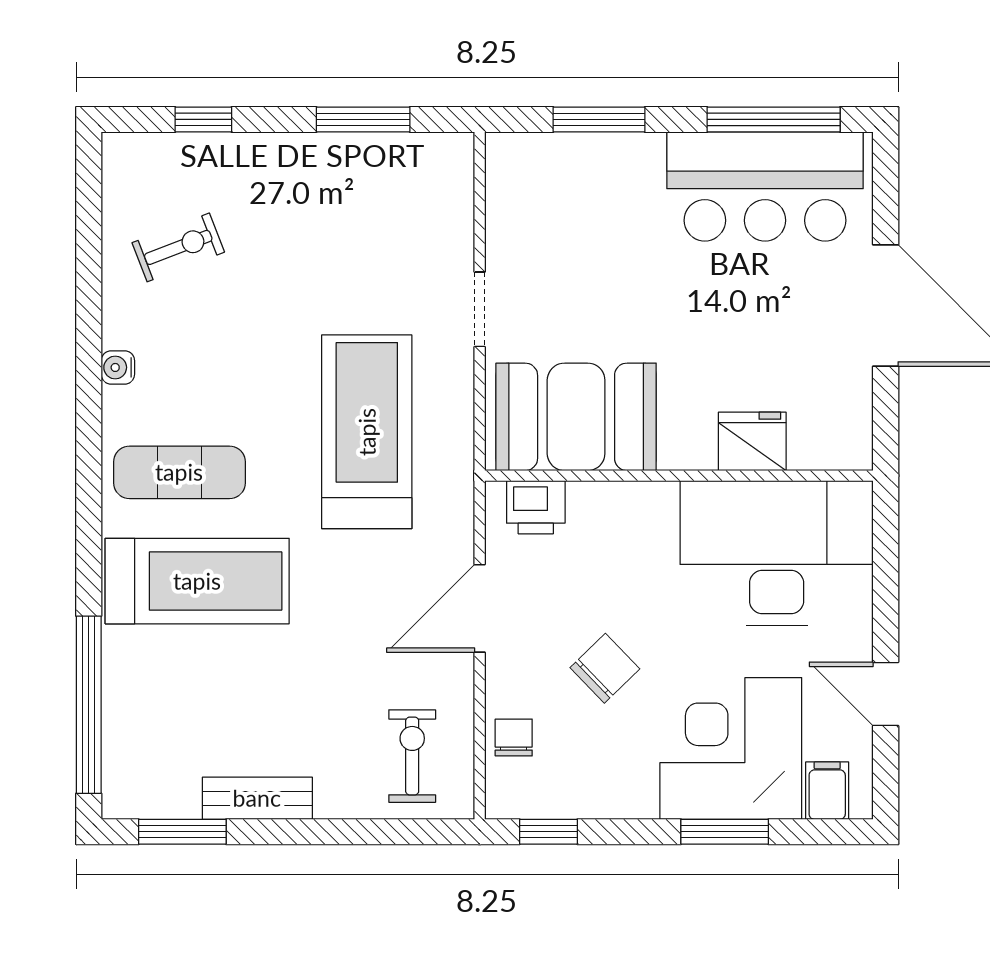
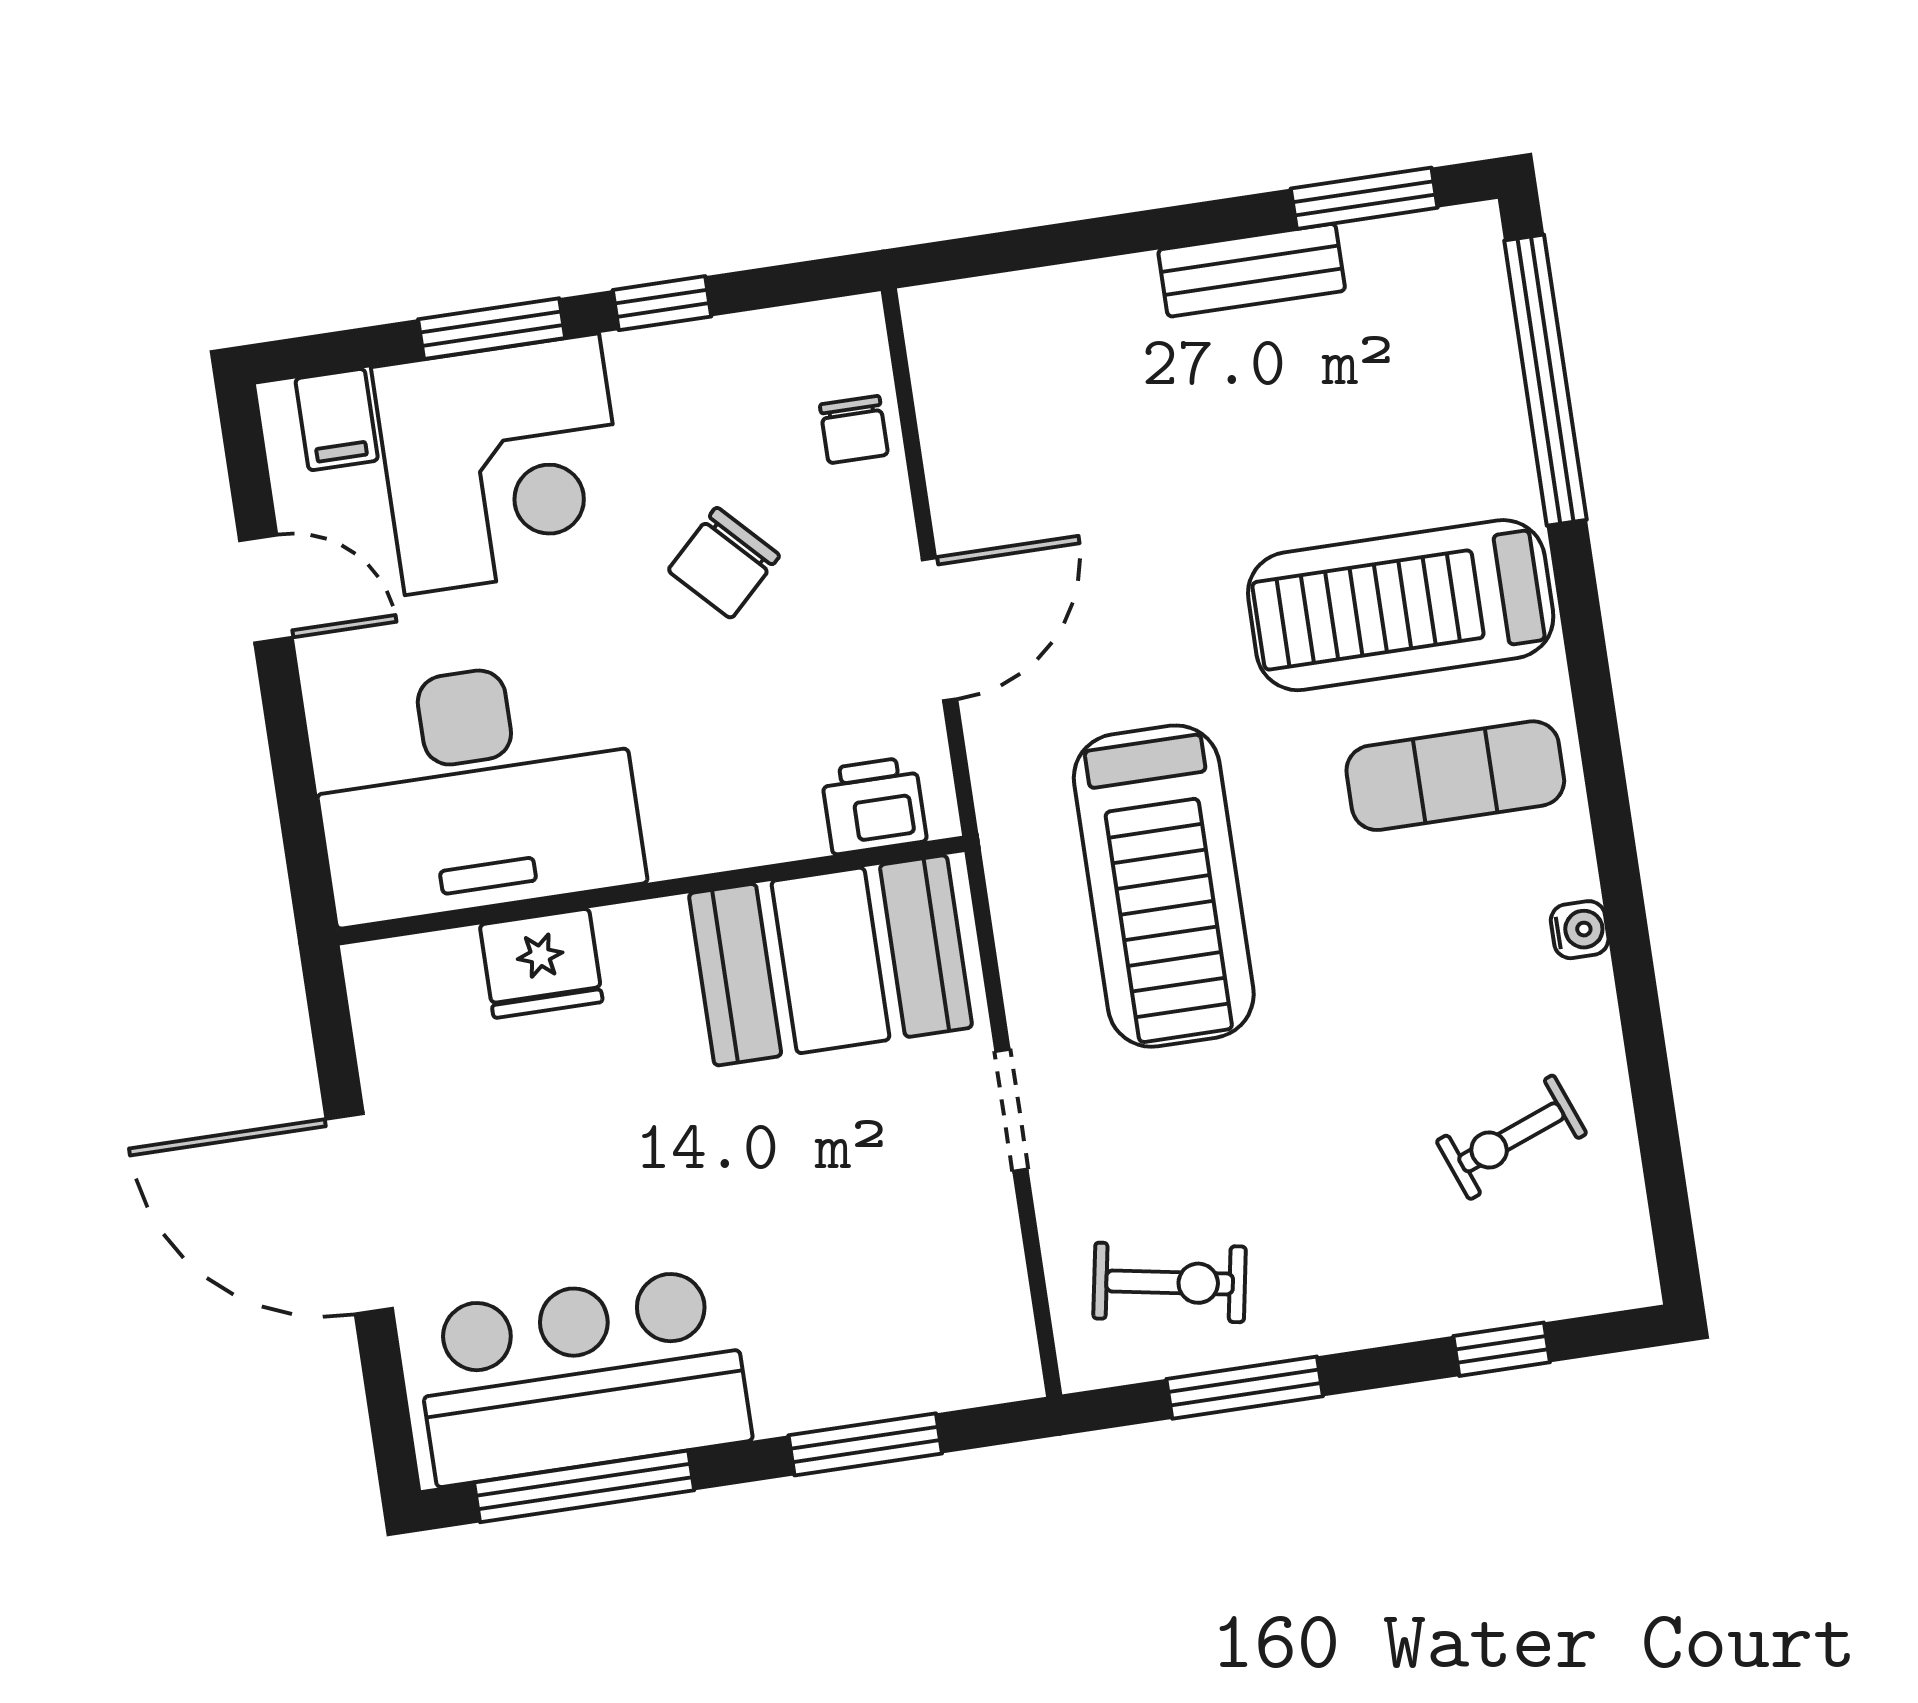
exercise bike: (412, 756) -> (1170, 1282), moved, turned -80
window: (548, 832) -> (662, 303), moved

